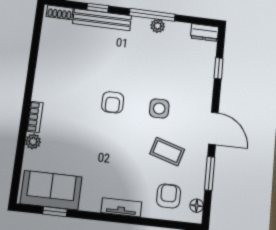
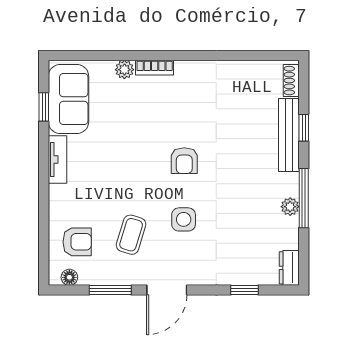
armchair: (113, 102) -> (184, 161), turned -90
tv unit: (121, 207) -> (58, 159), moved

